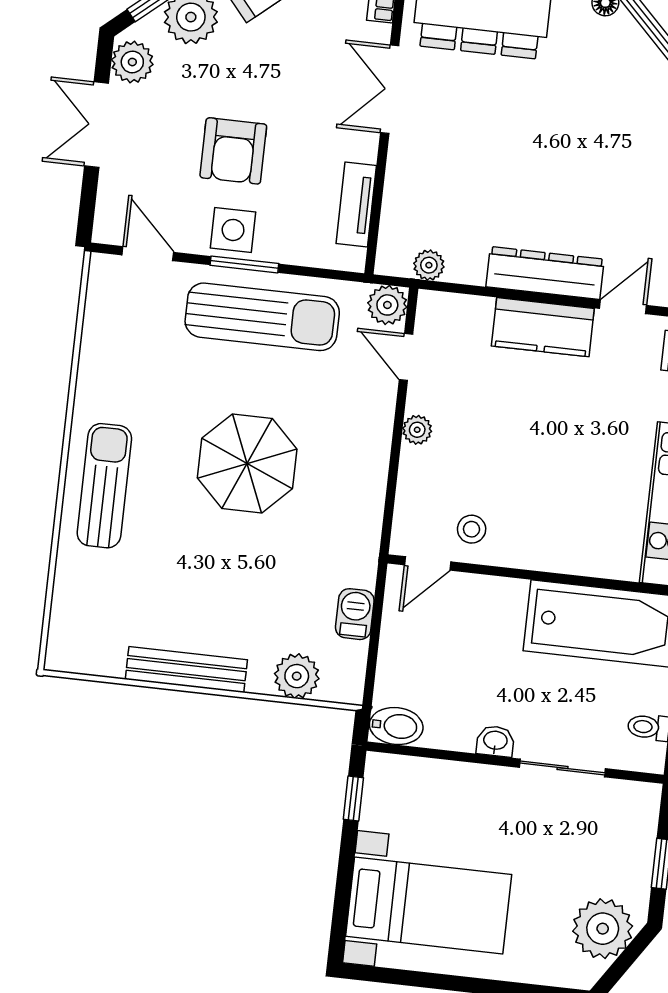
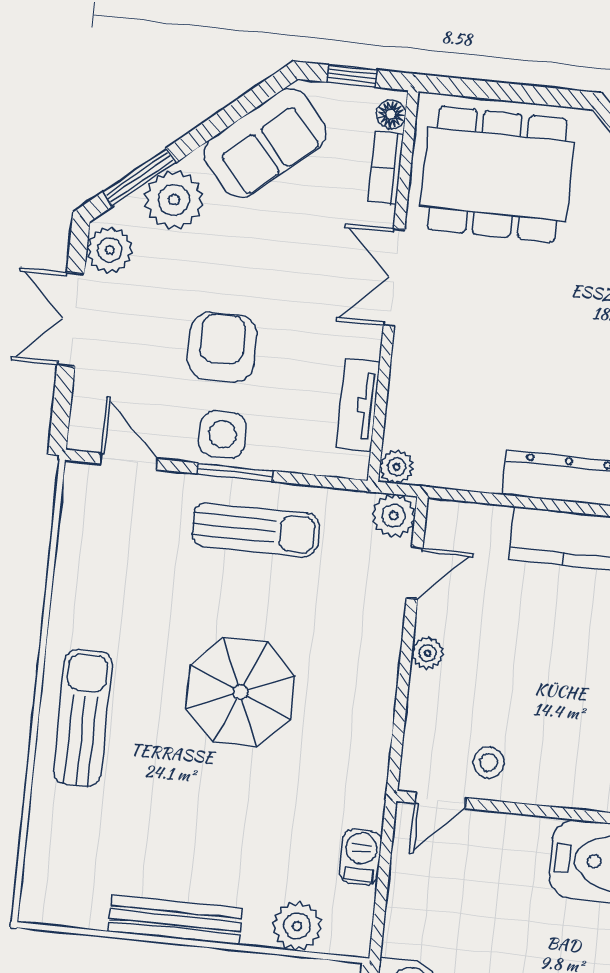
armchair: (233, 151) -> (222, 347), turned 180
plant: (429, 265) -> (396, 467), moved
sun lounger: (262, 317) -> (255, 530), width x0.73, depth x0.75
door: (406, 357) -> (415, 573), swing flipped

